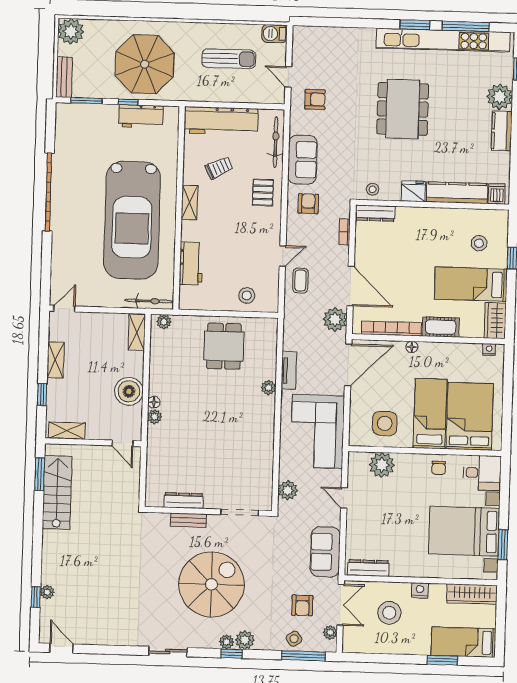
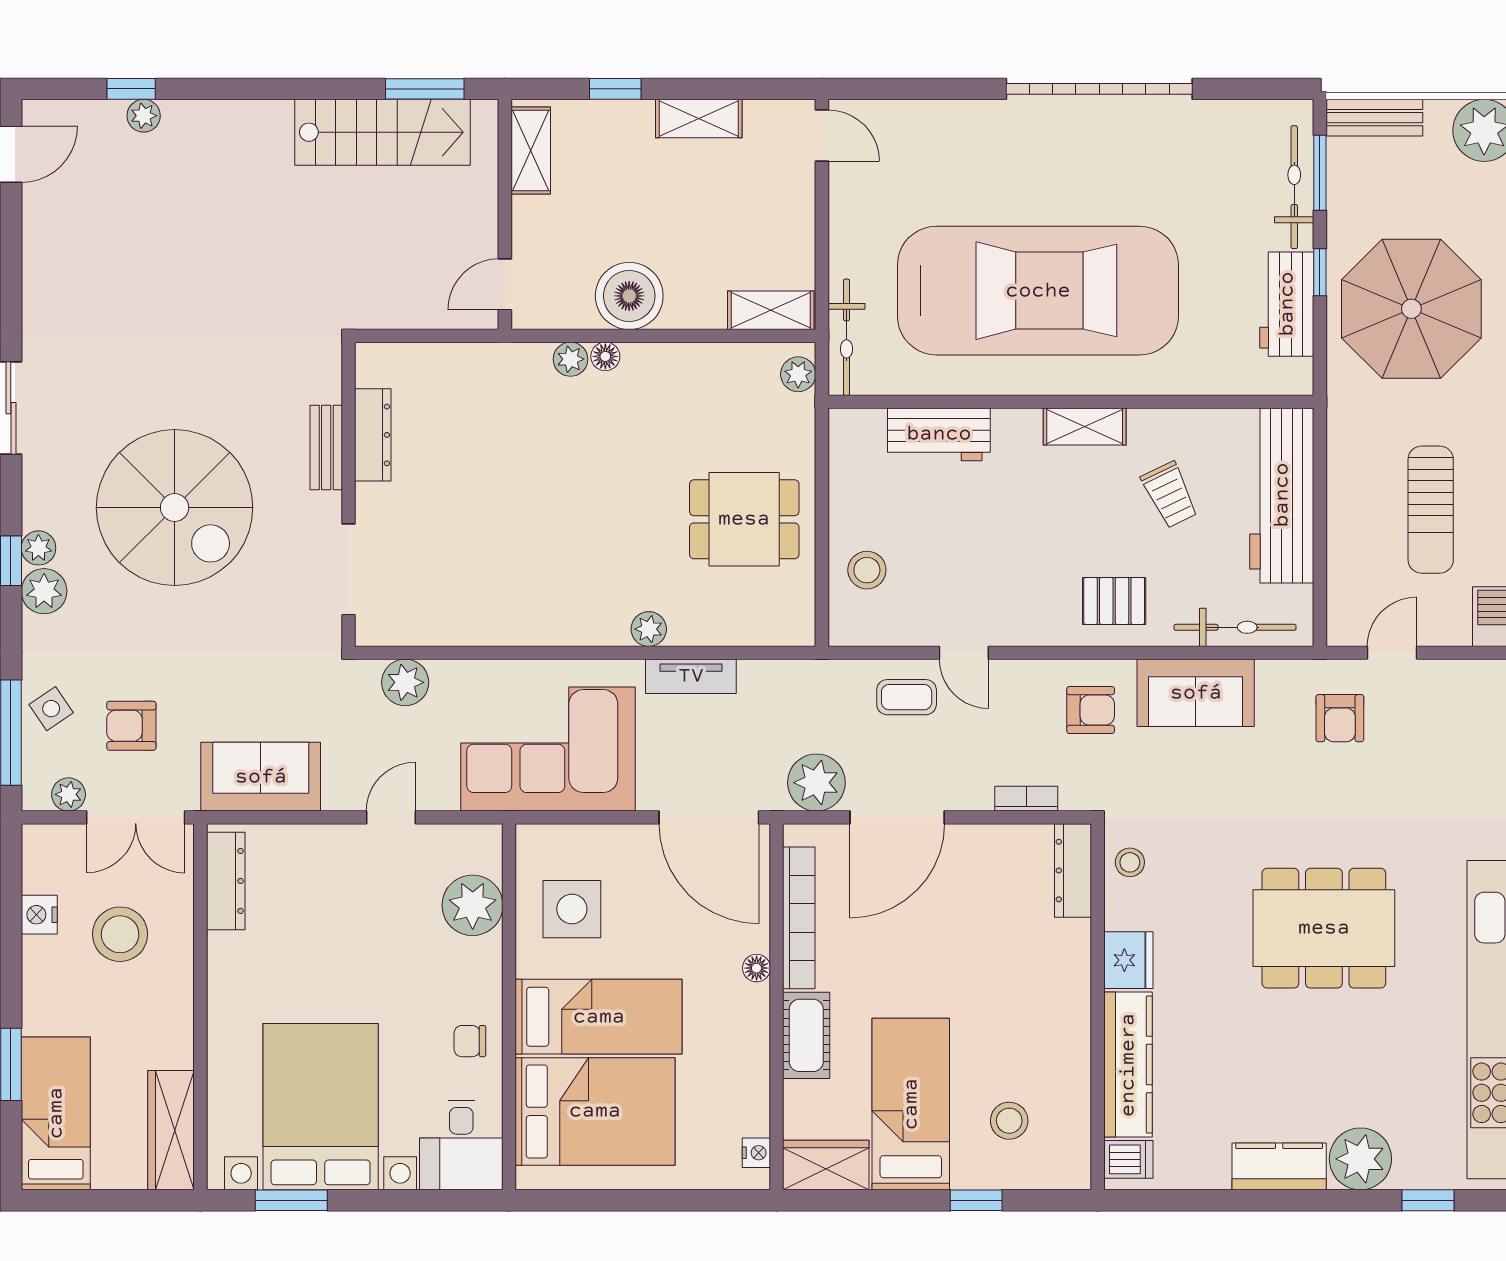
bicycle: (92, 112) -> (1294, 187), added
car: (132, 220) -> (1038, 291), turned 180
nightstand: (420, 590) -> (39, 915), moved, turned 180

